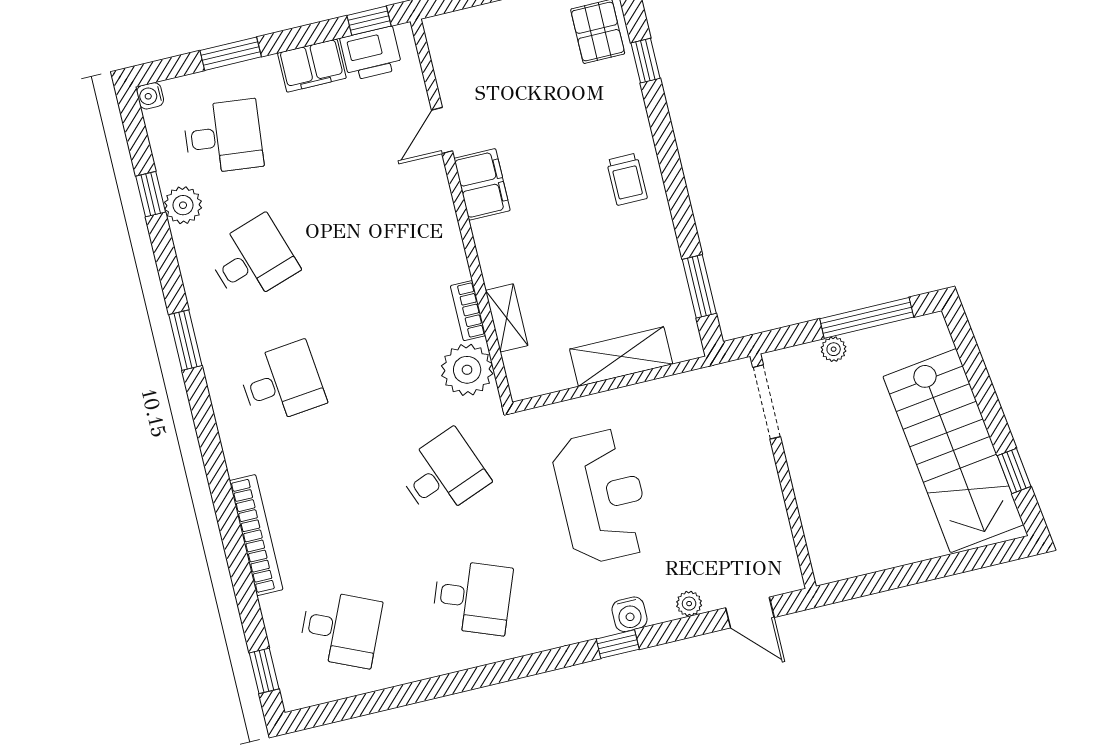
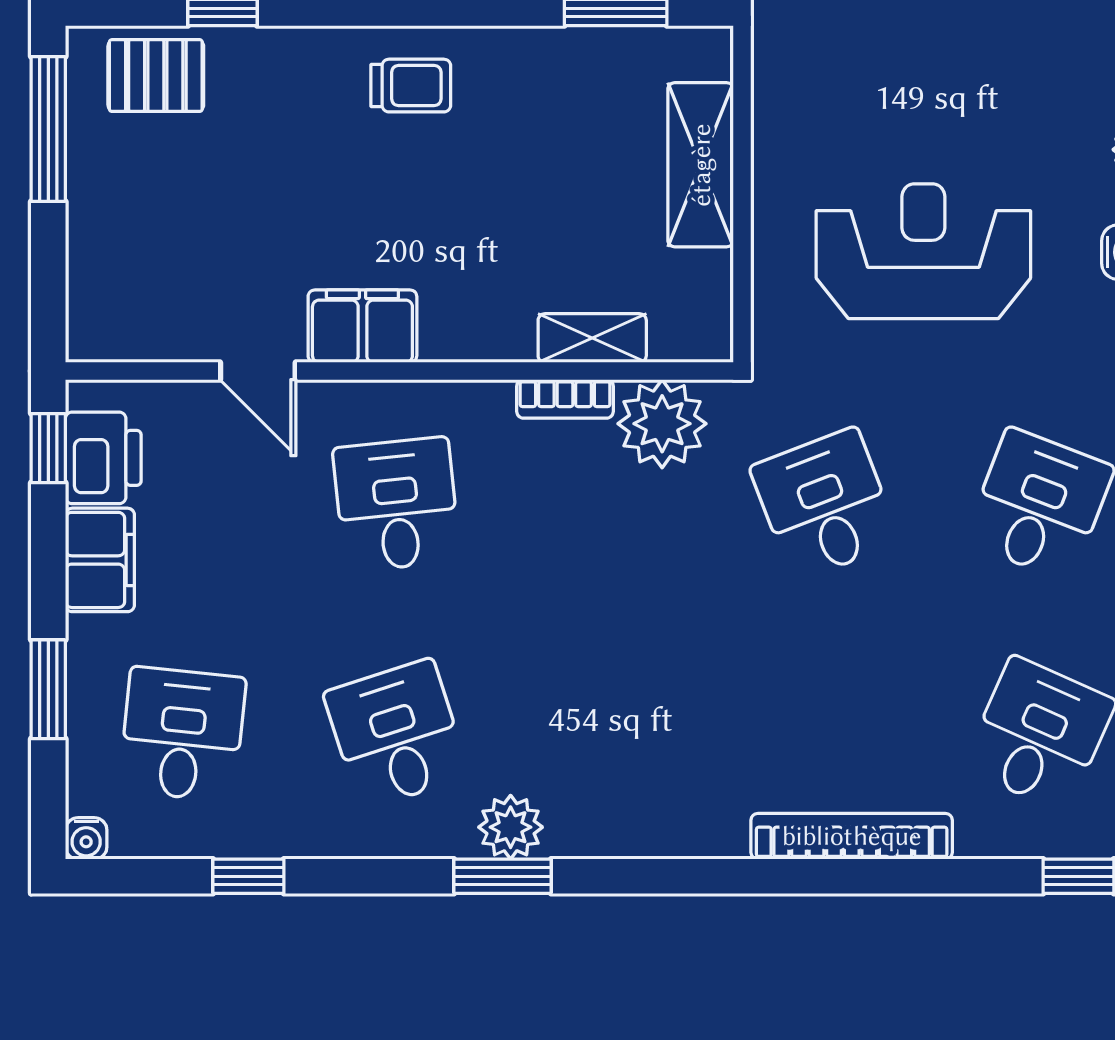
plant: (183, 205) -> (511, 827), moved
desk: (282, 383) -> (397, 505), moved

